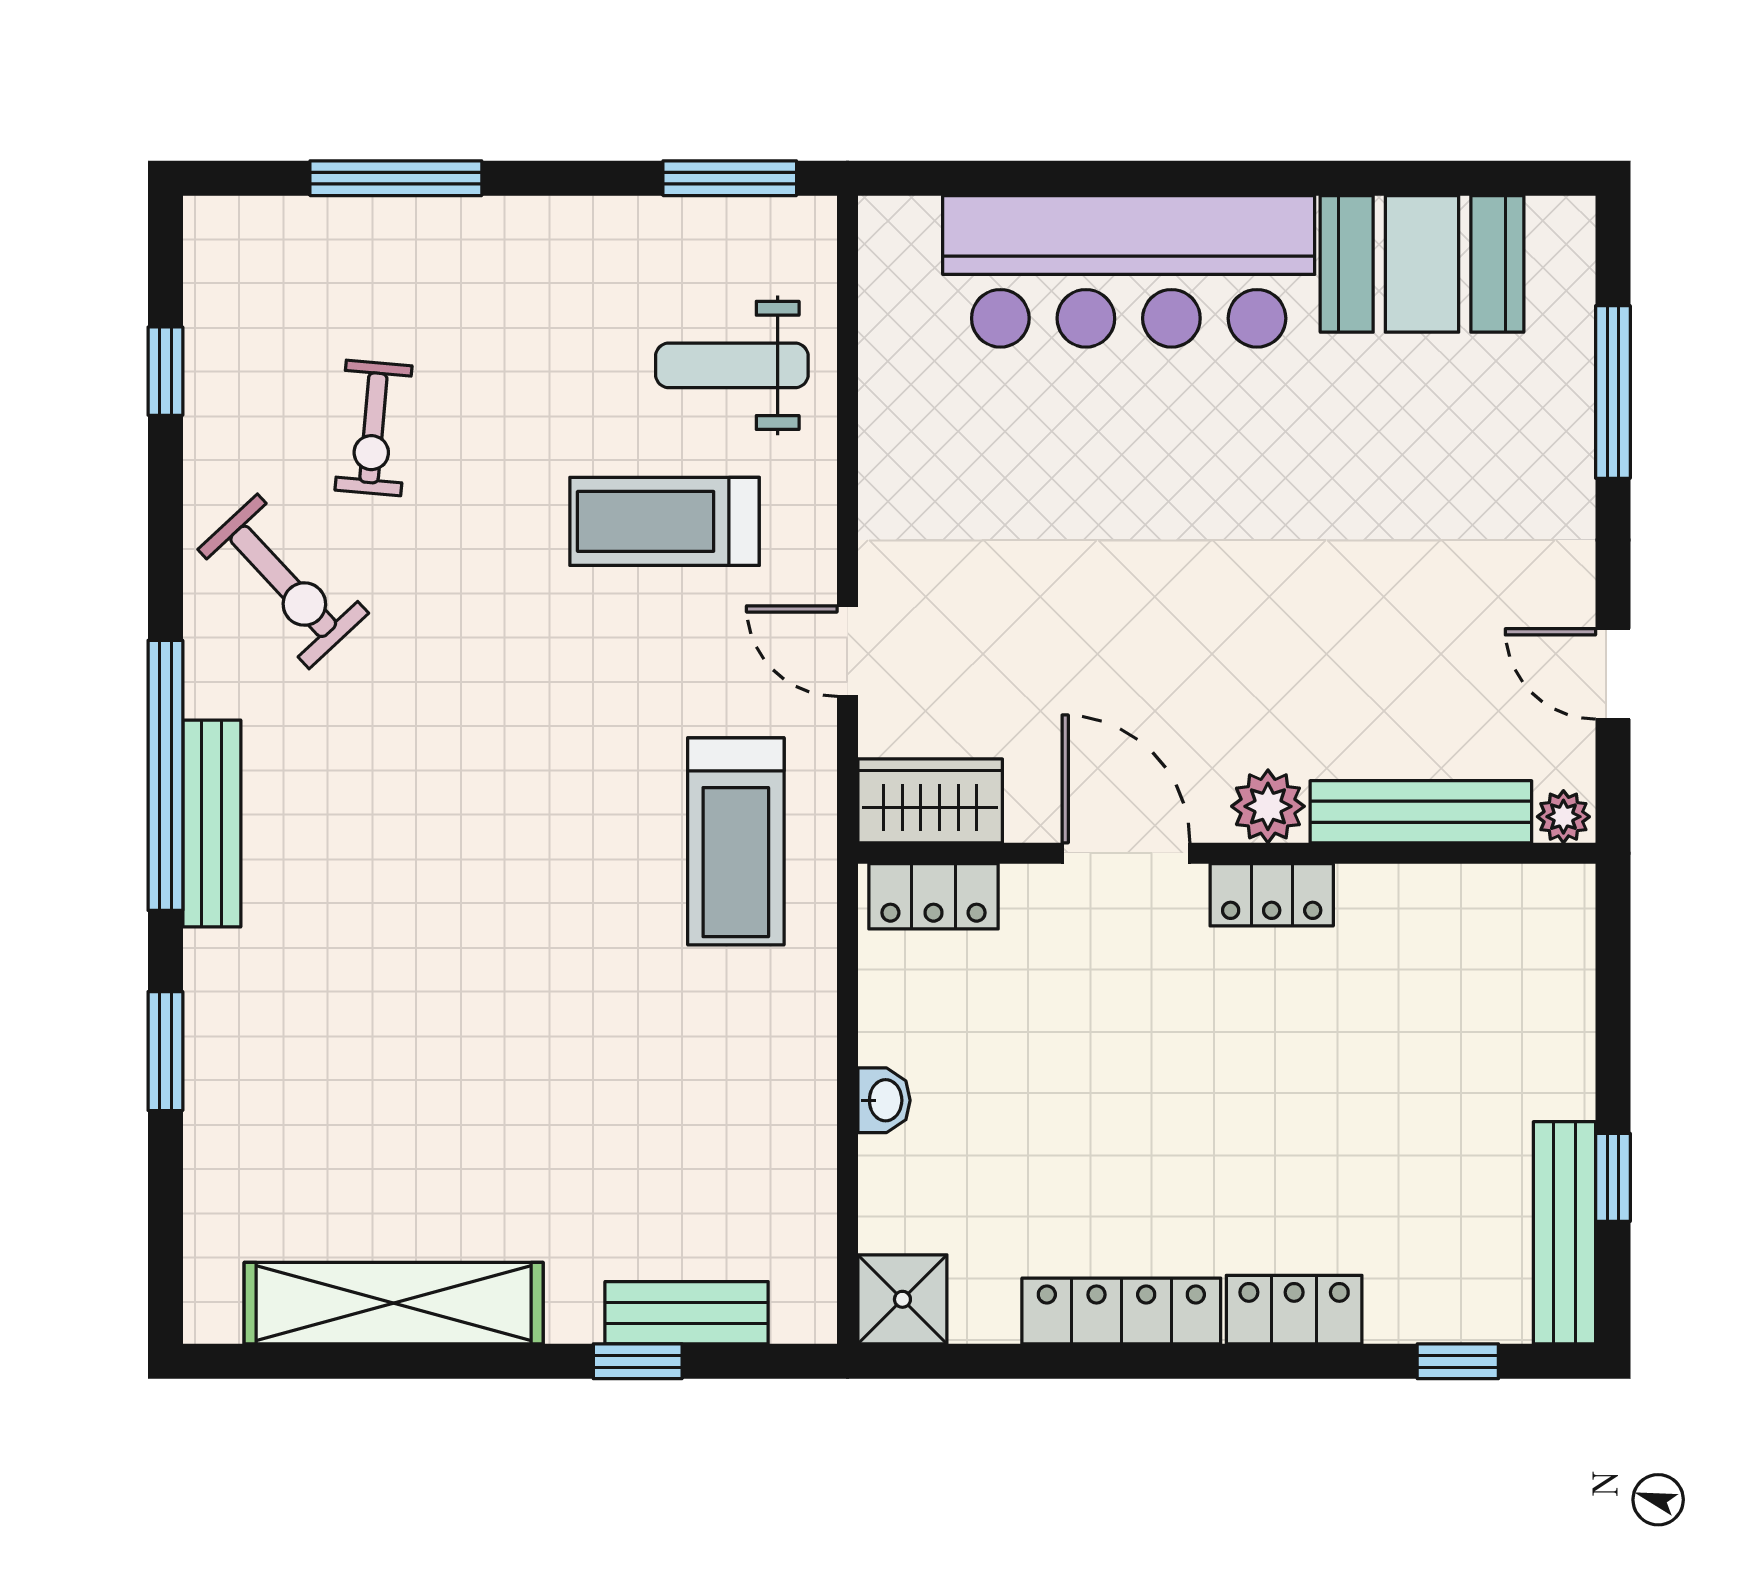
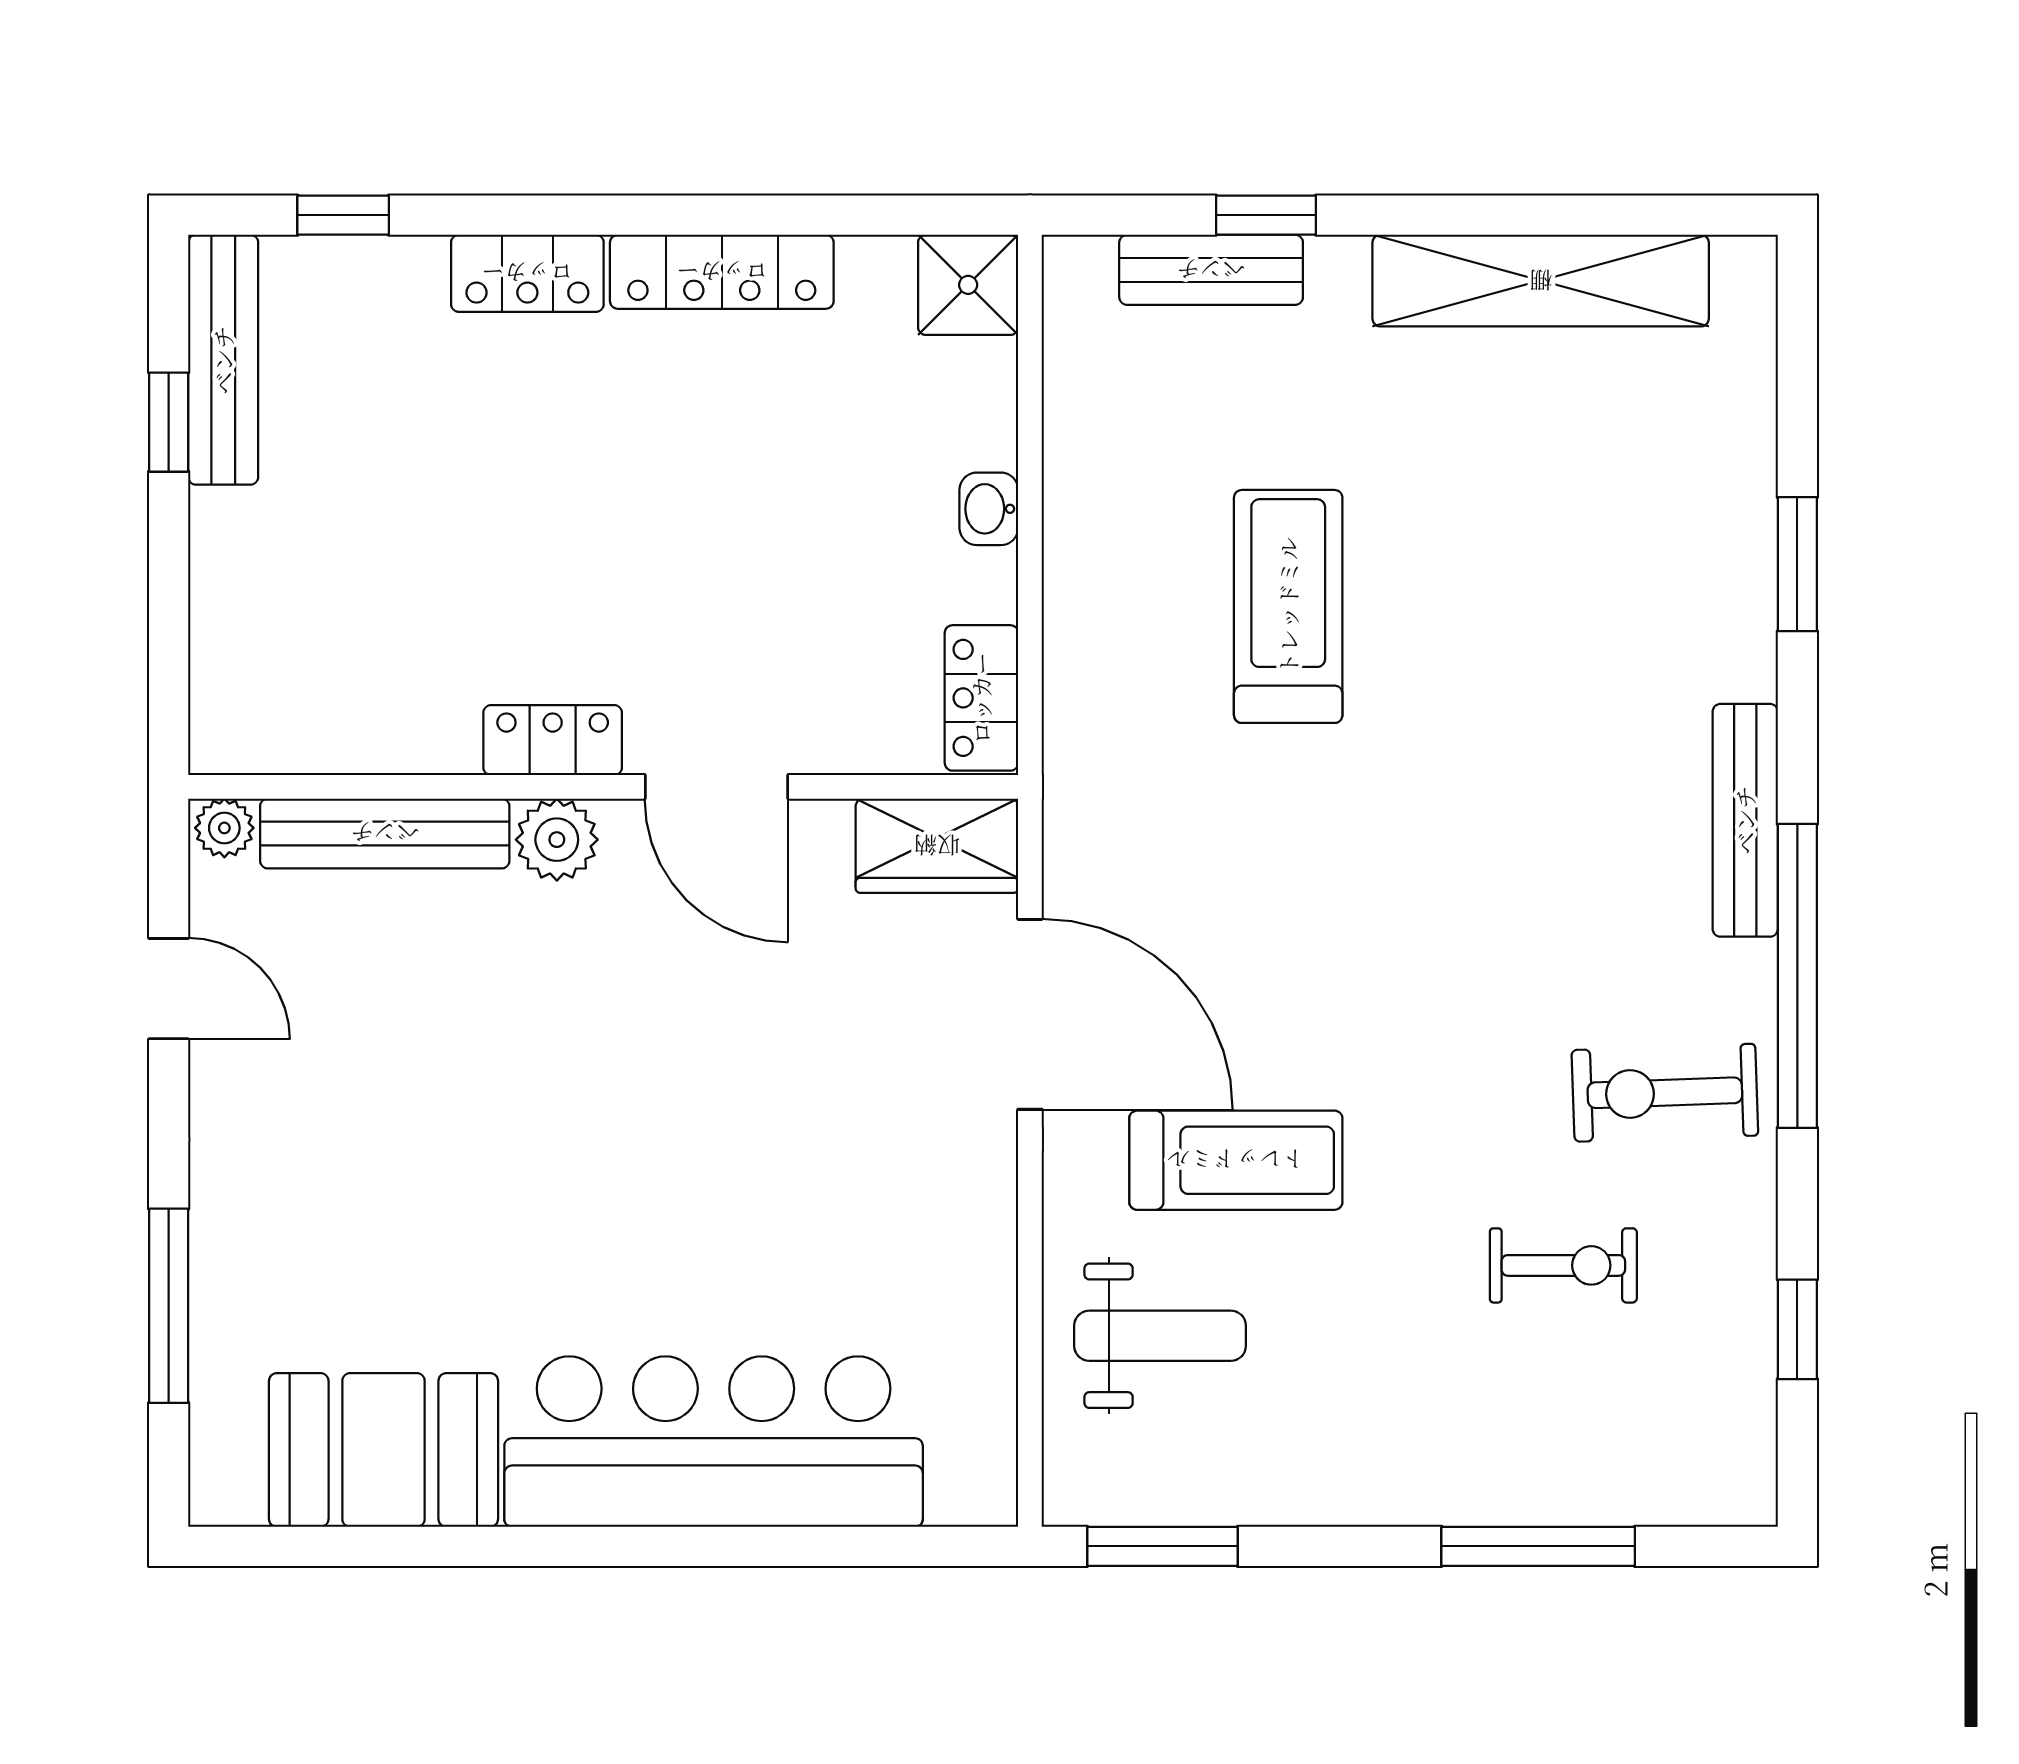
exercise bike: (373, 428) -> (1563, 1265), turned 85
exercise bike: (283, 581) -> (1665, 1093), turned -49
door: (847, 651) -> (1030, 1014), width x1.87
window: (165, 775) -> (1797, 976), moved
treadmill: (736, 841) -> (1288, 606), moved
locker: (934, 896) -> (981, 698), moved, turned -90

